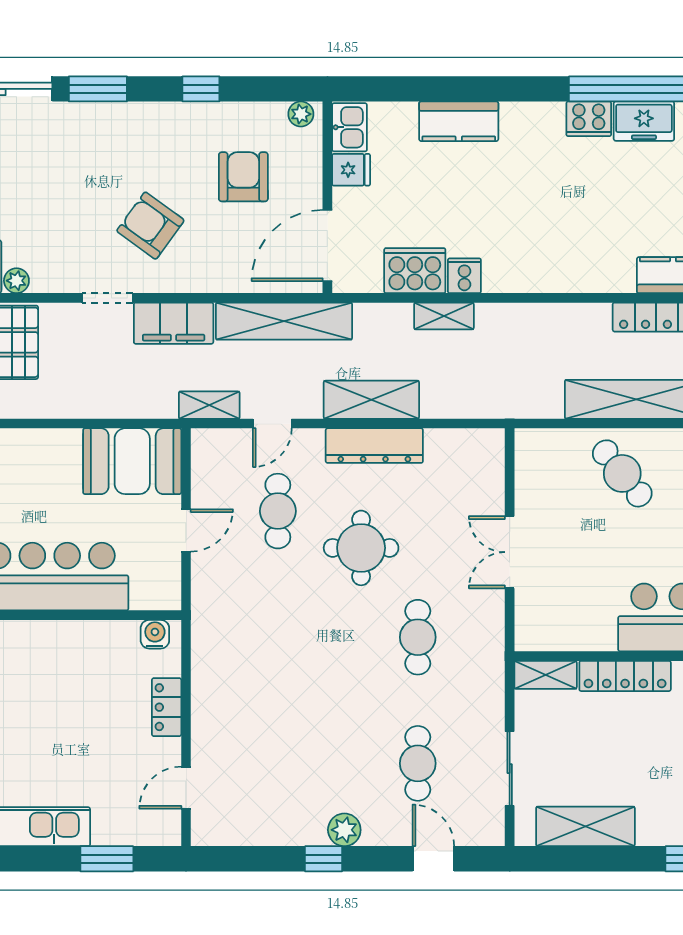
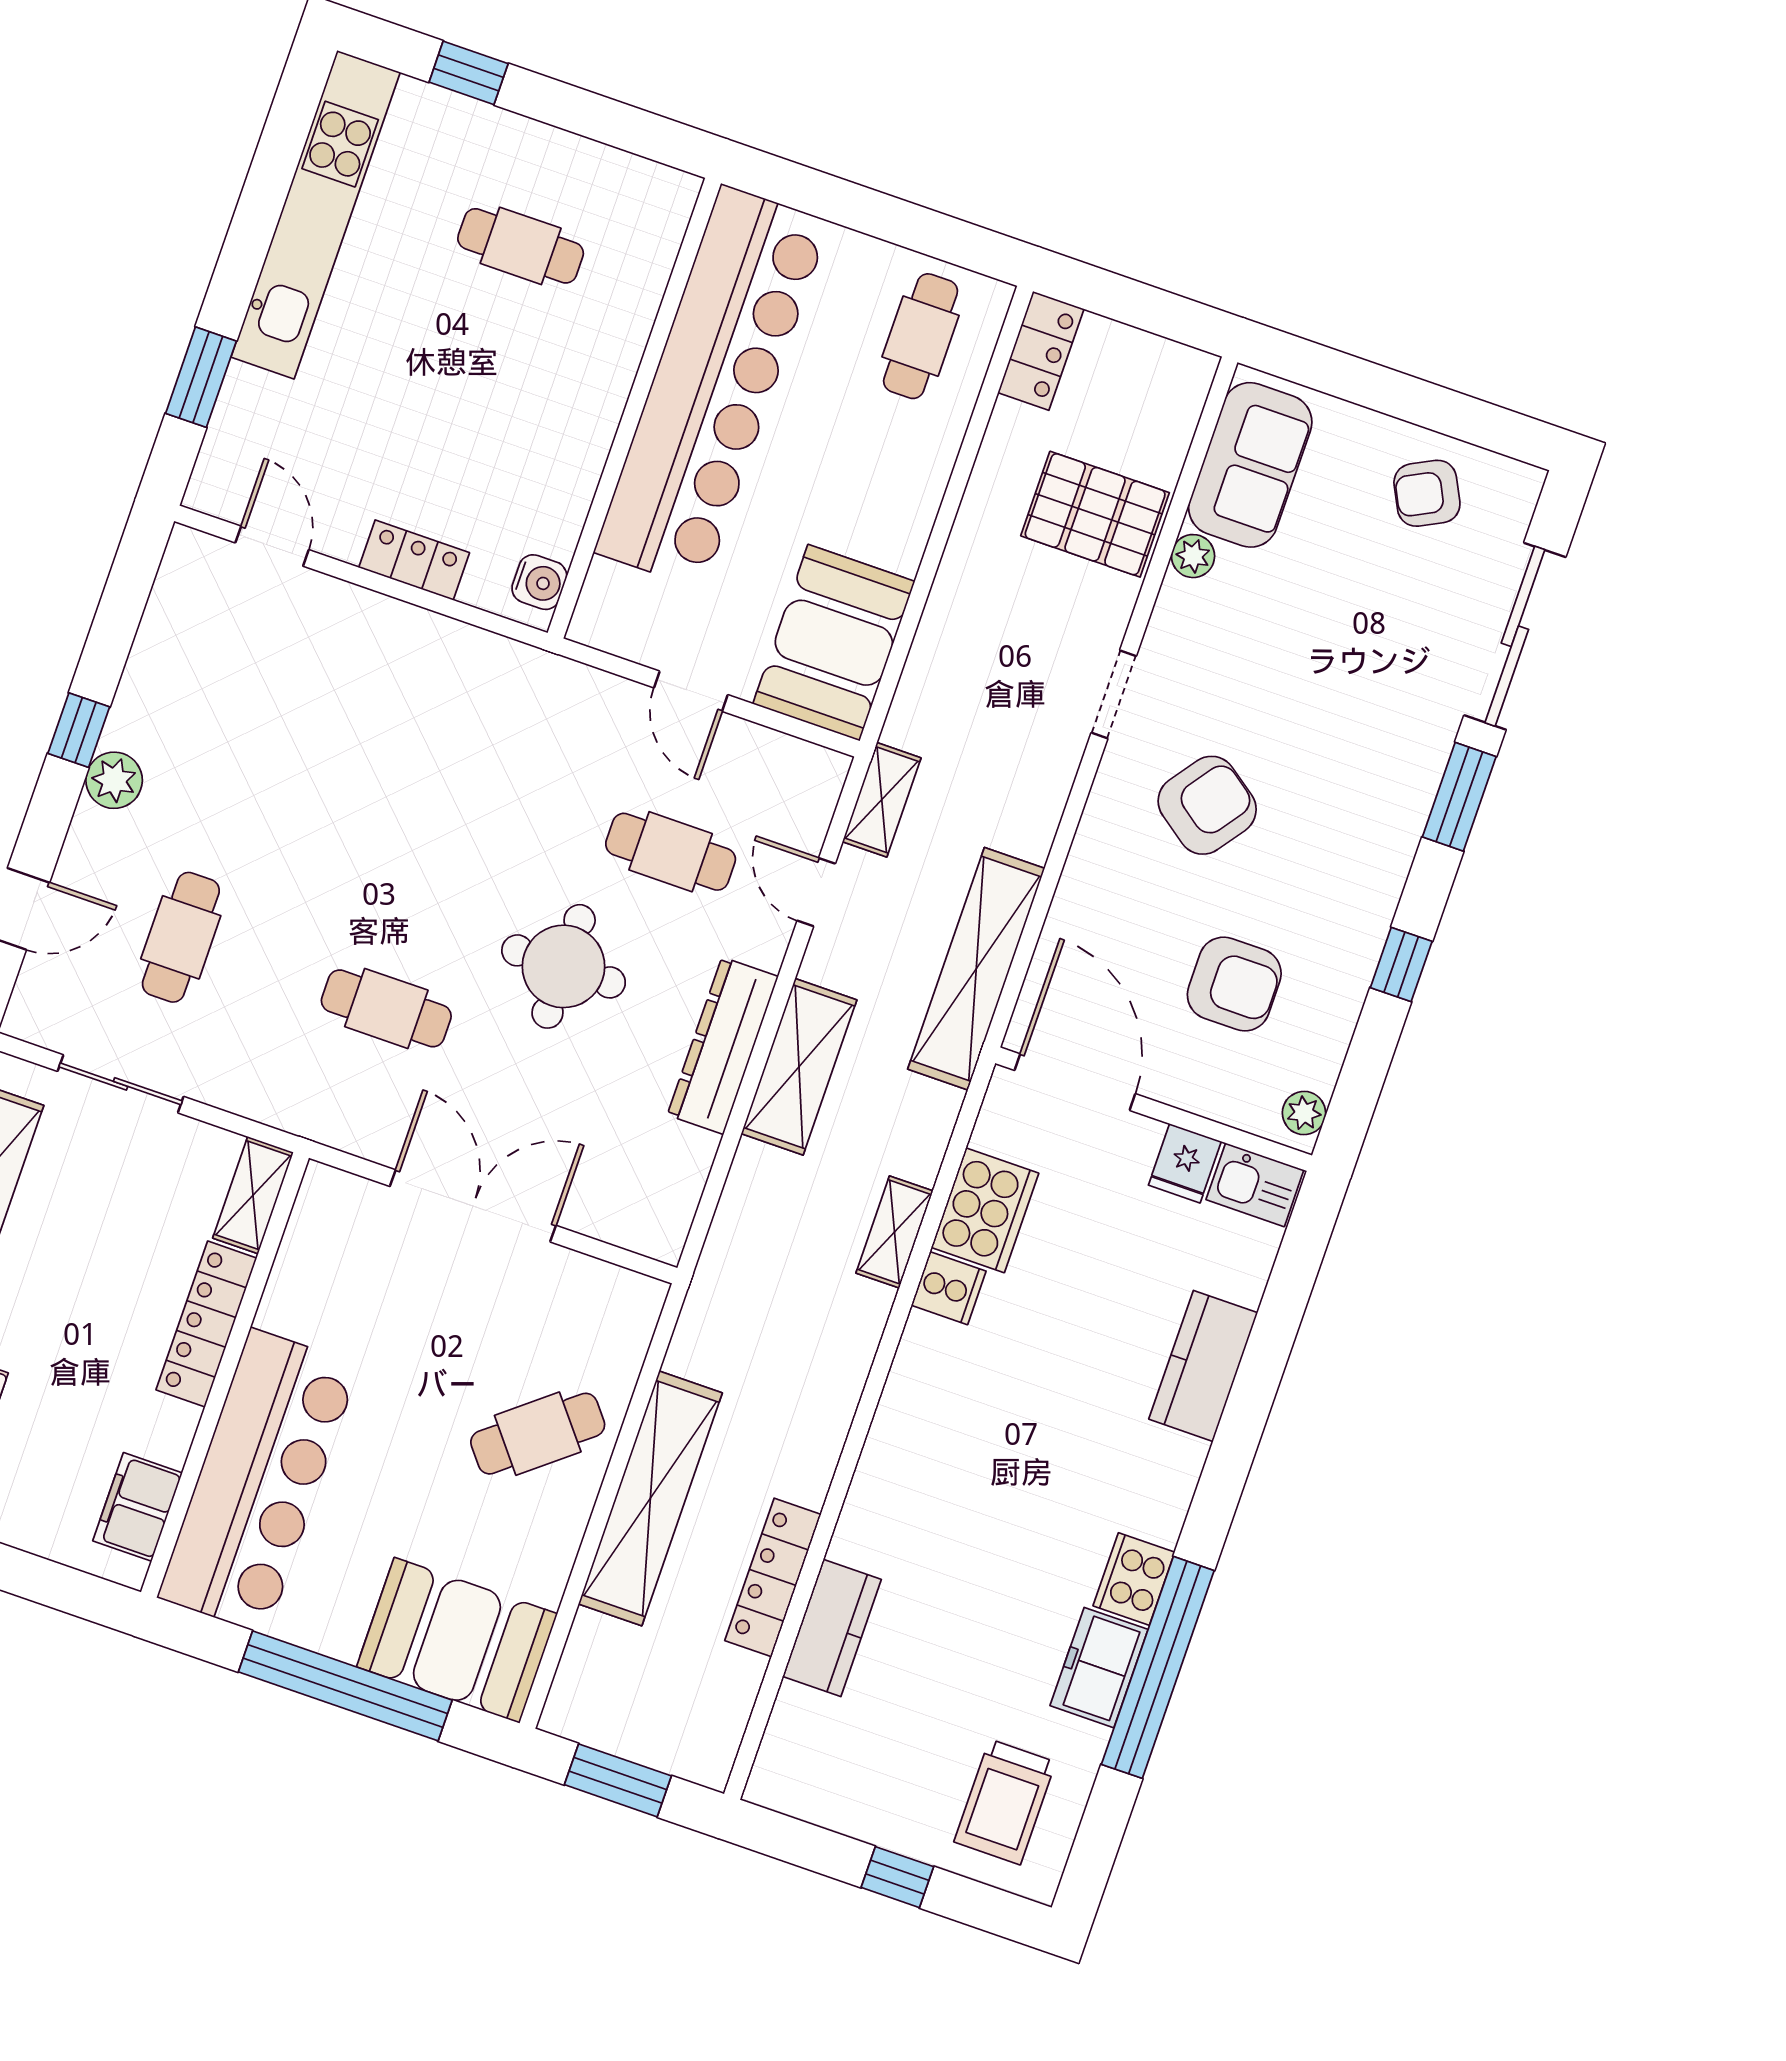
filing cabinet: (174, 323) -> (1035, 788), removed
double door: (510, 552) -> (473, 1206), width x1.37
cafe table: (418, 763) -> (181, 937), turned 90

